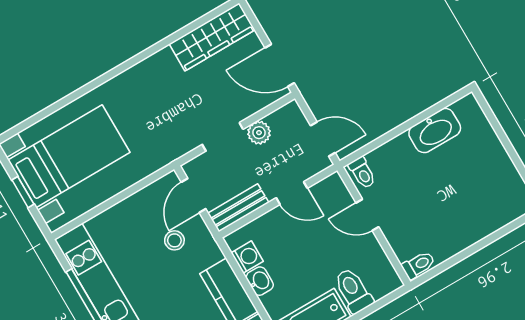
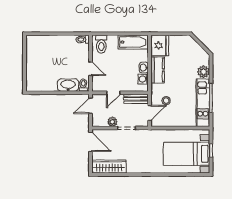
washbasin: (435, 131) -> (68, 85), moved
door: (323, 139) -> (90, 106), hinge flipped
door: (292, 193) -> (113, 93), swing flipped
toilet: (353, 291) -> (101, 44), moved

